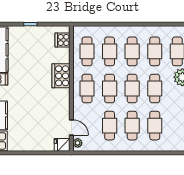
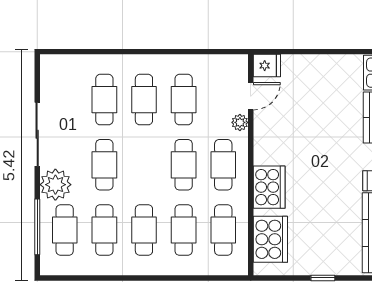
cooker: (63, 40) -> (270, 239), width x1.87, depth x1.31
cafe table: (132, 88) -> (144, 165), removed
door: (71, 128) -> (251, 96), swing flipped
plant: (78, 143) -> (240, 122), moved

